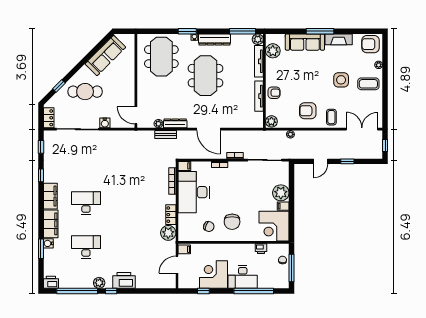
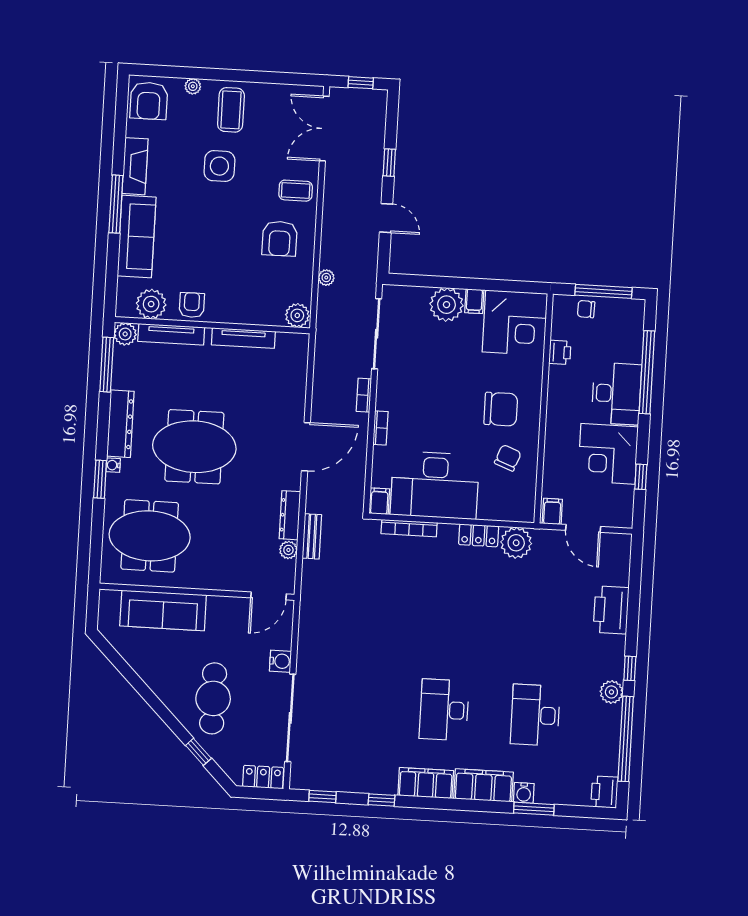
sofa: (105, 56) -> (163, 610), moved, turned 135
armchair: (274, 93) -> (192, 305), moved
printer: (124, 280) -> (611, 610), moved

